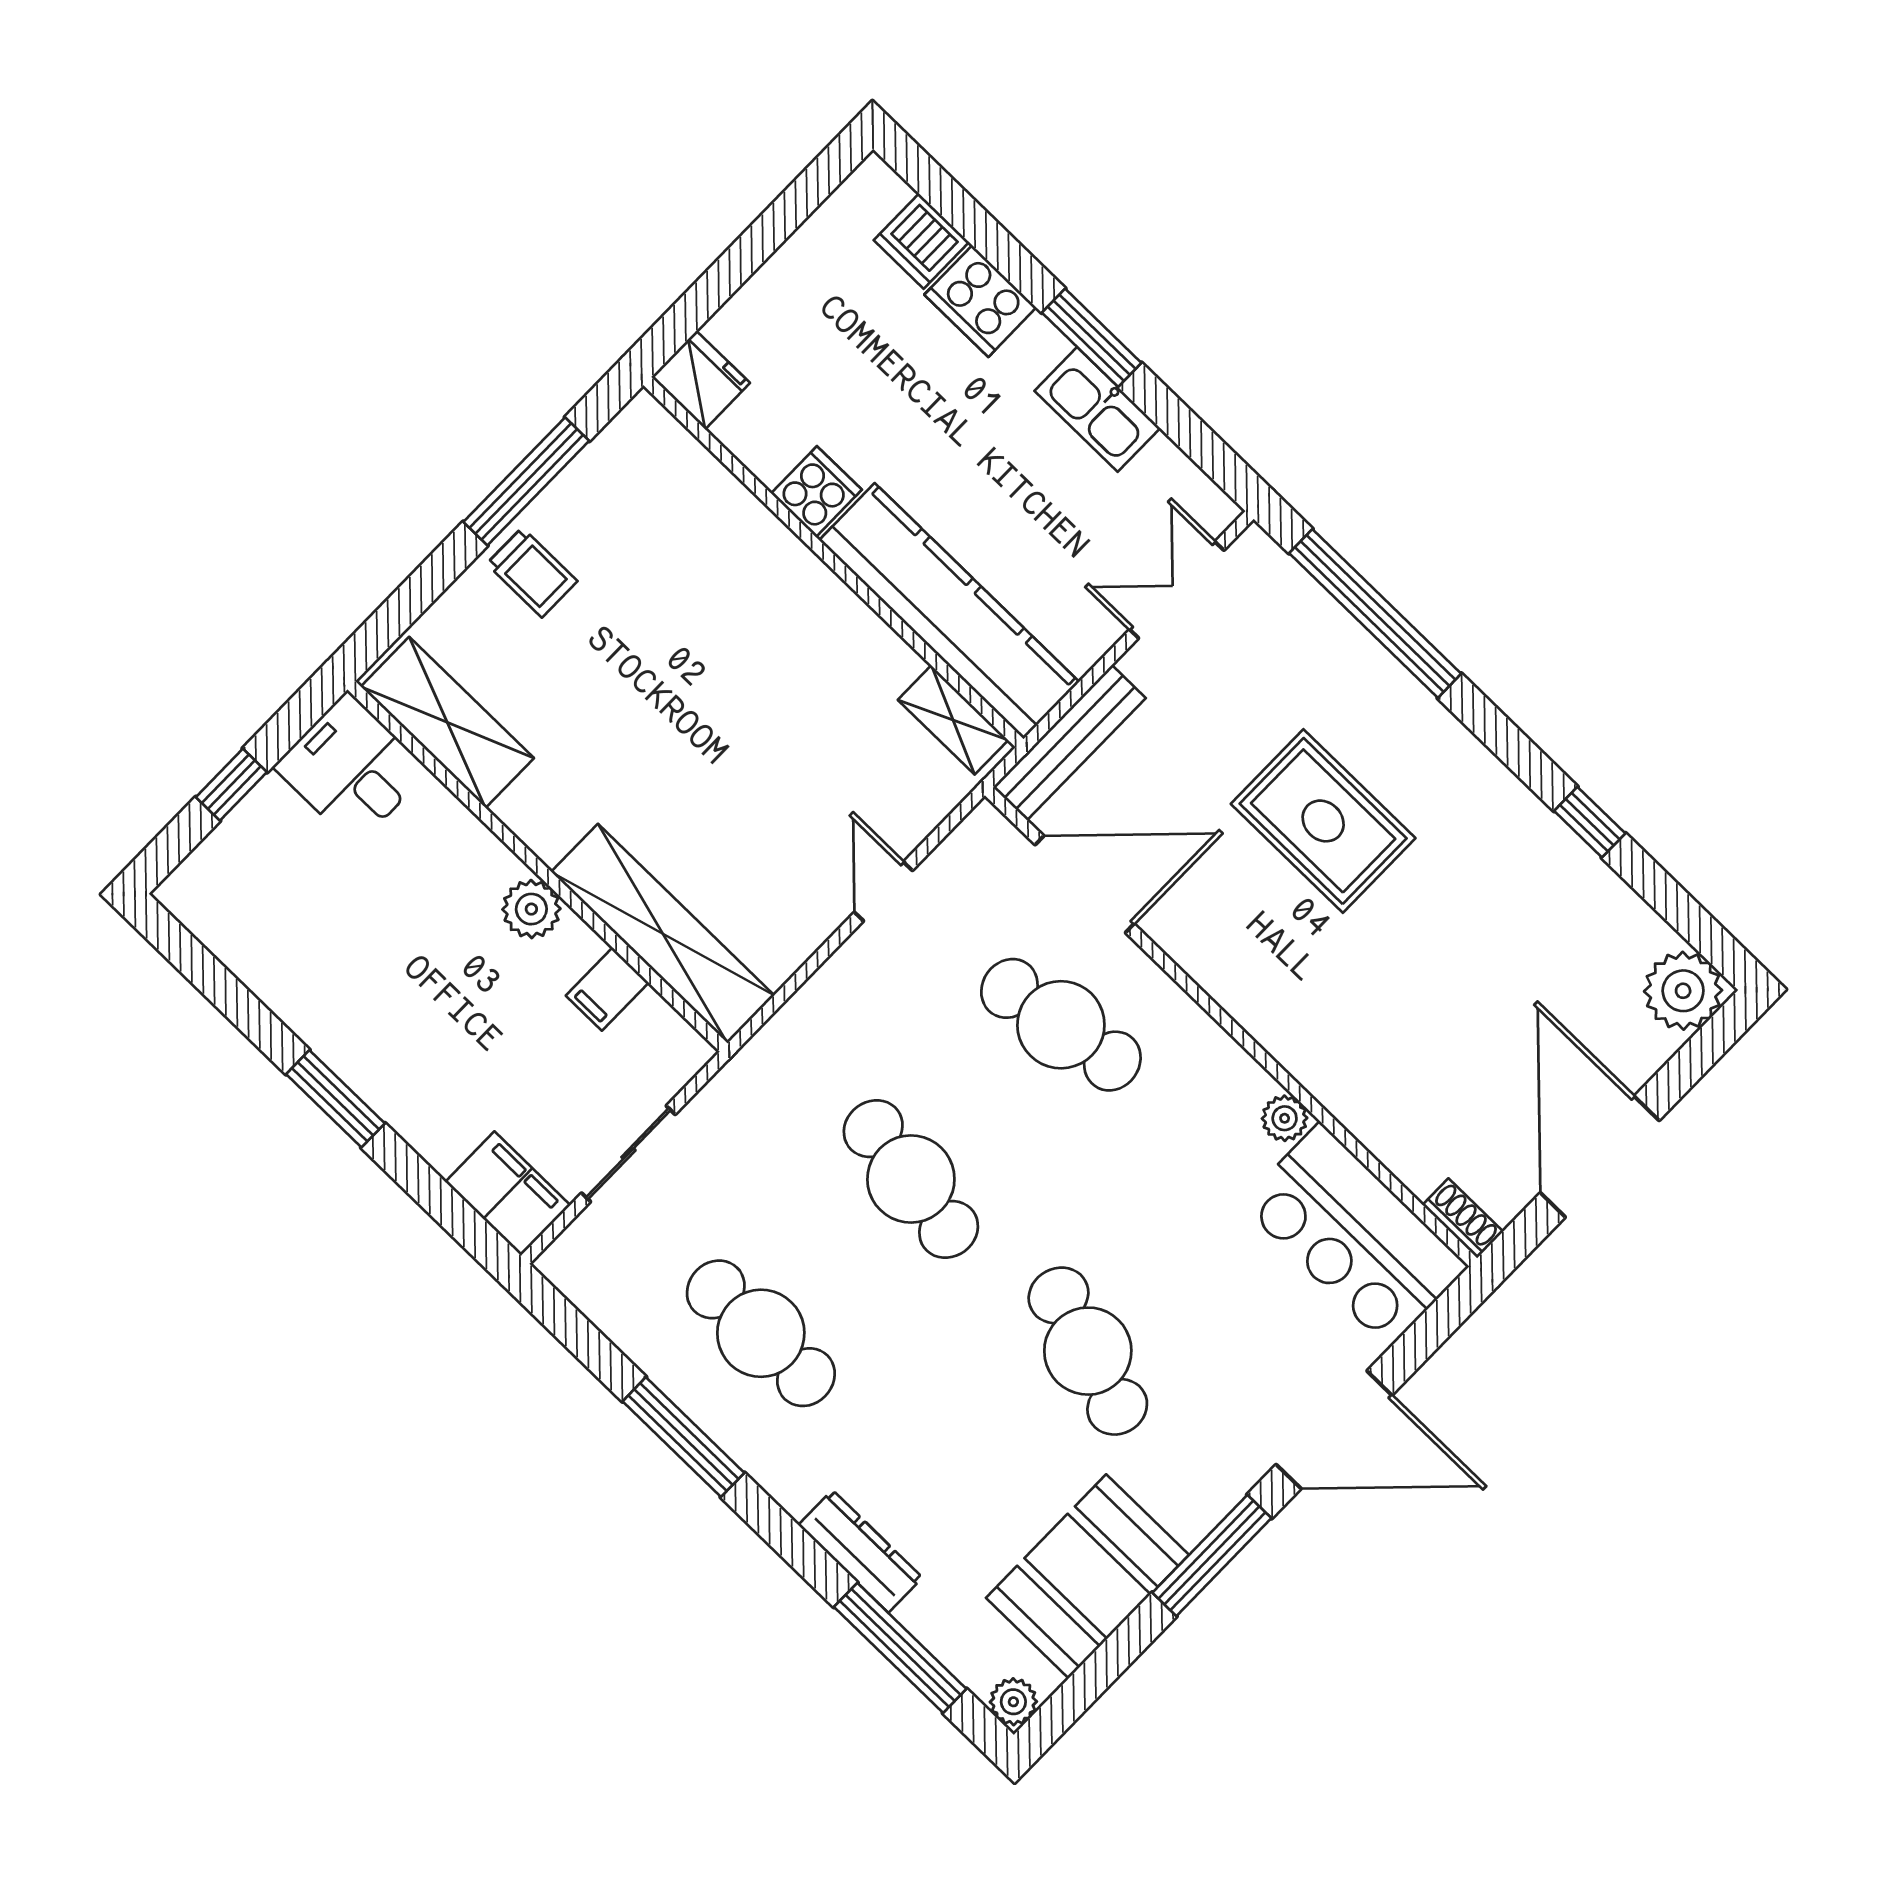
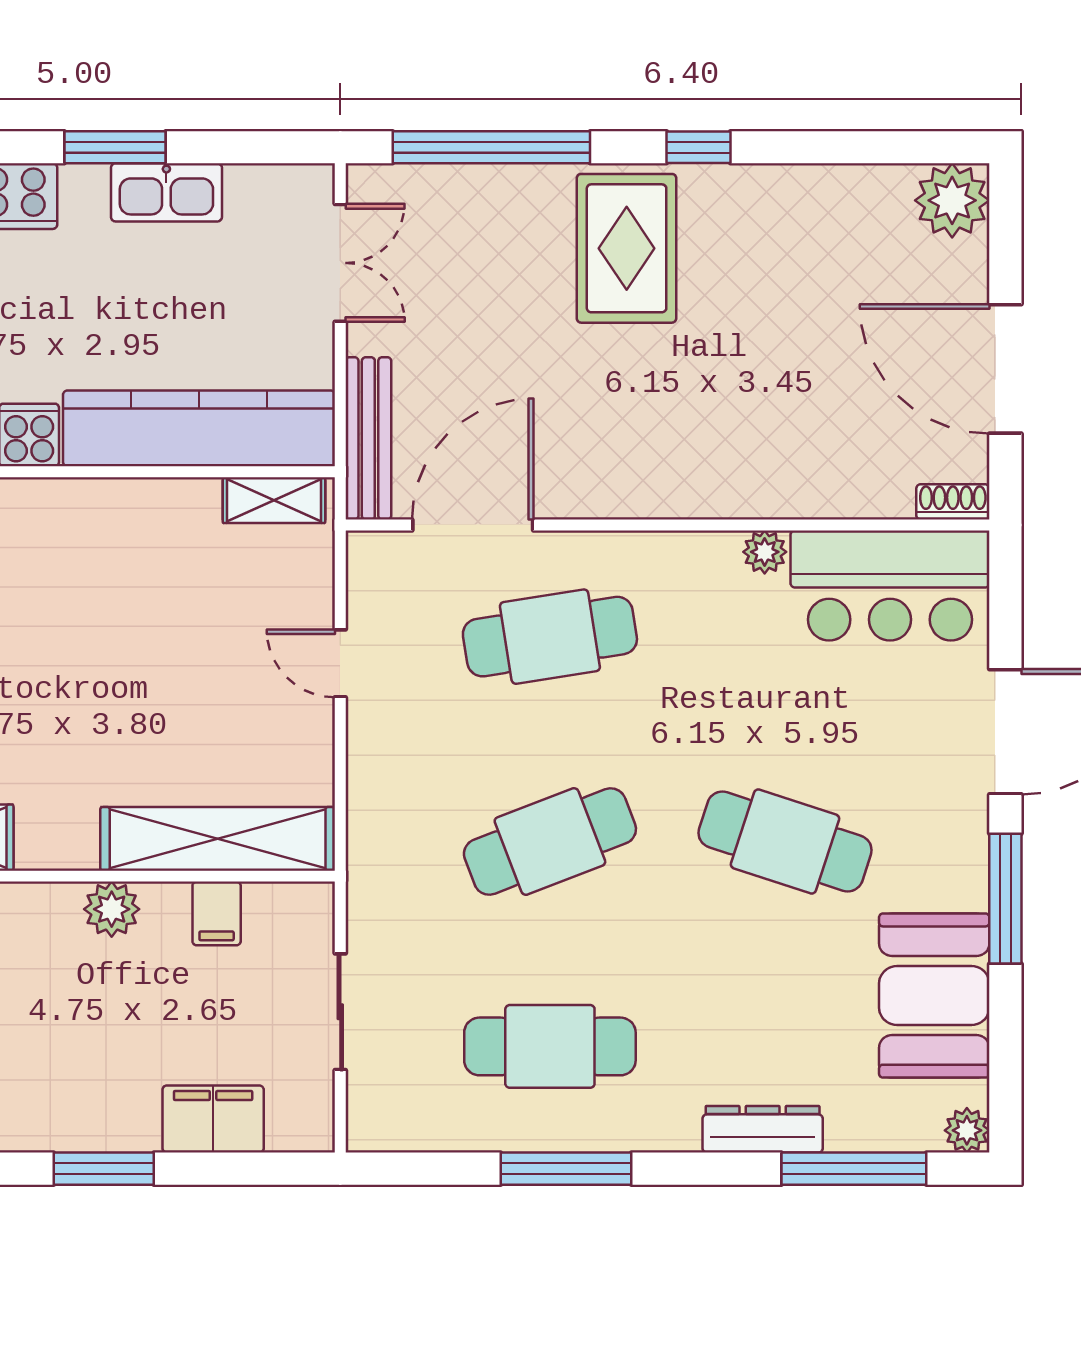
double door: (1177, 590) -> (340, 263), swing flipped
rug: (1323, 821) -> (627, 248), moved, turned 90
window: (1590, 822) -> (699, 147), moved
cafe table: (911, 1179) -> (550, 842), turned -30
filing cabinet: (508, 1194) -> (213, 1119), moved

